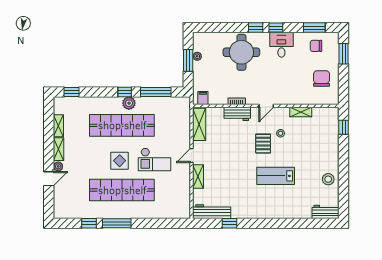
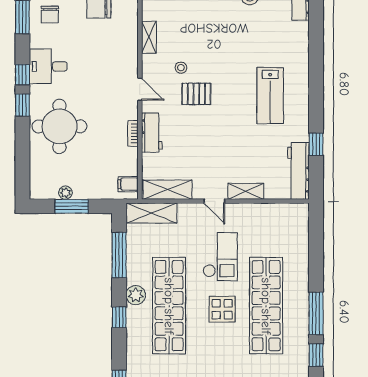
window: (125, 92) -> (119, 317), moved
shelving: (184, 114) -> (151, 213), added
lab bench: (276, 176) -> (270, 96), moved

